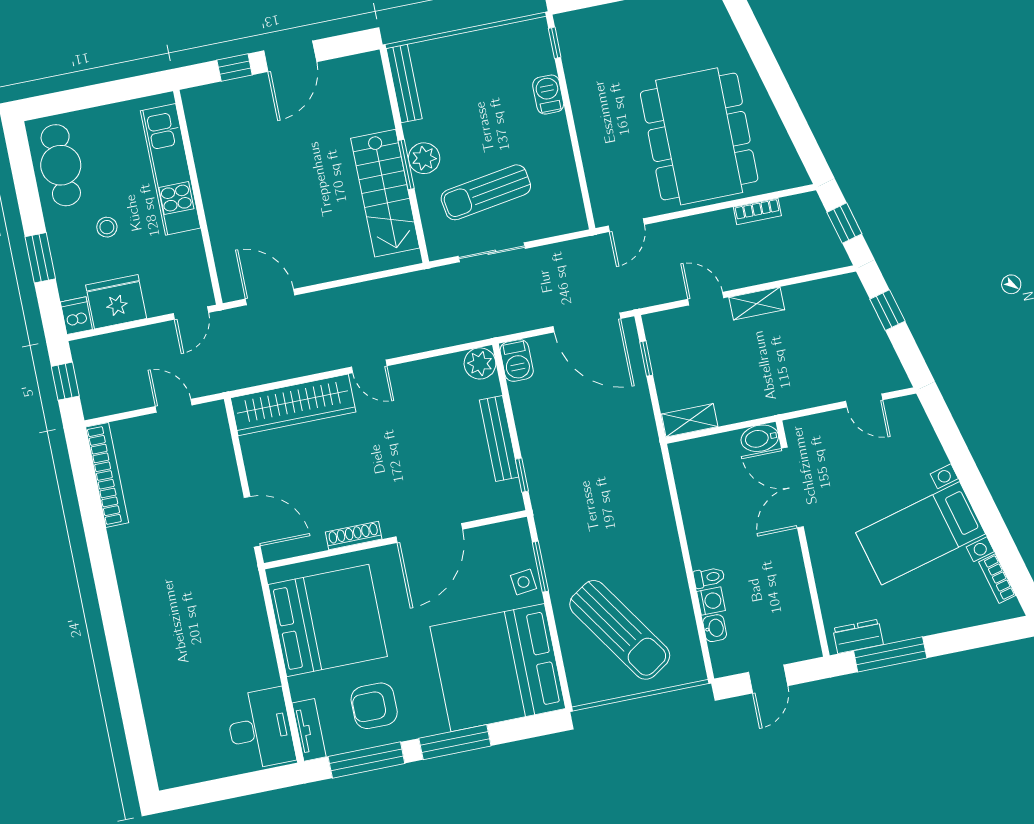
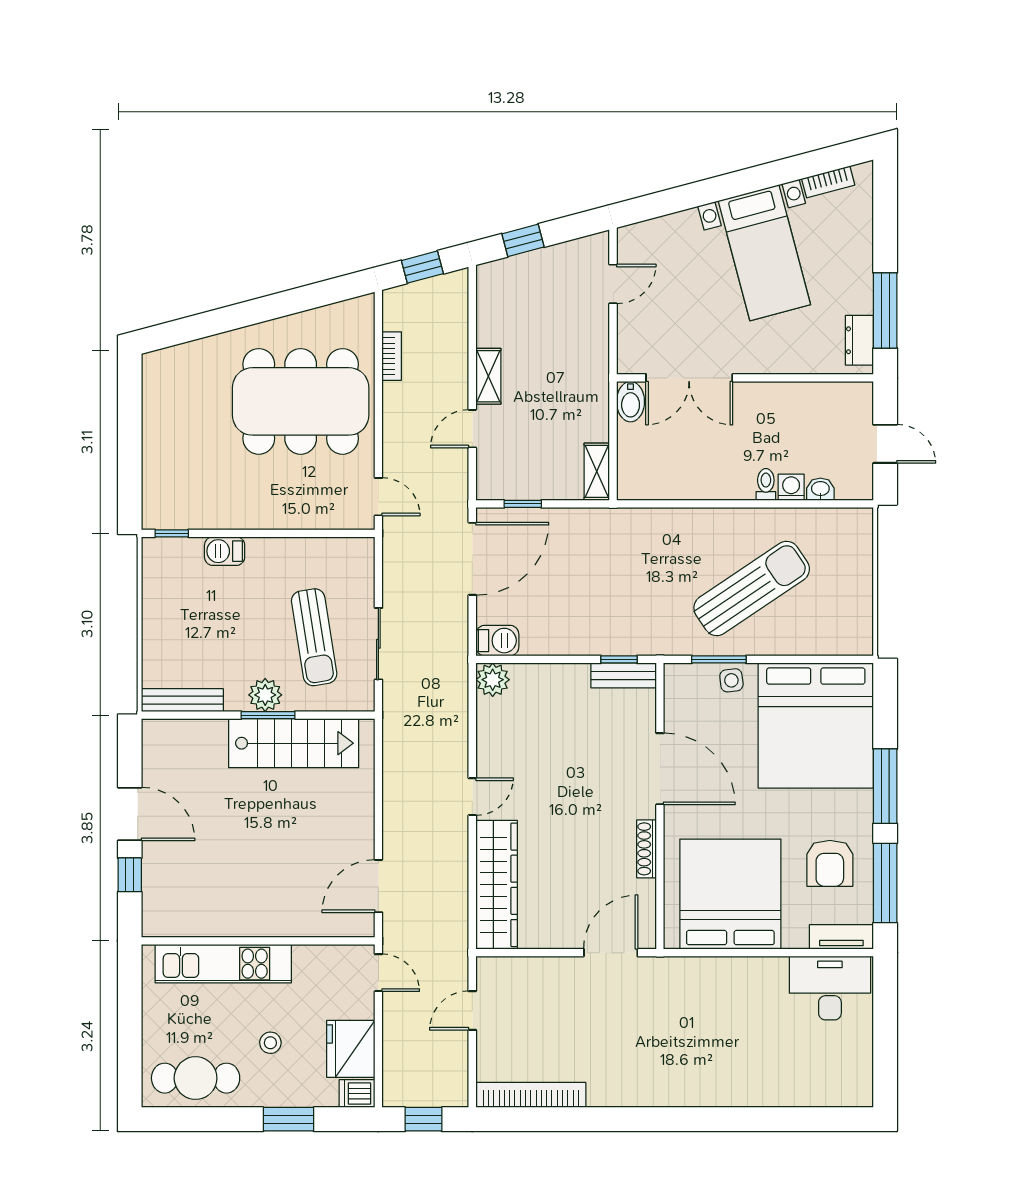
bench: (499, 438) -> (624, 675), moved, width x0.73
sun lounger: (620, 630) -> (752, 589), moved

